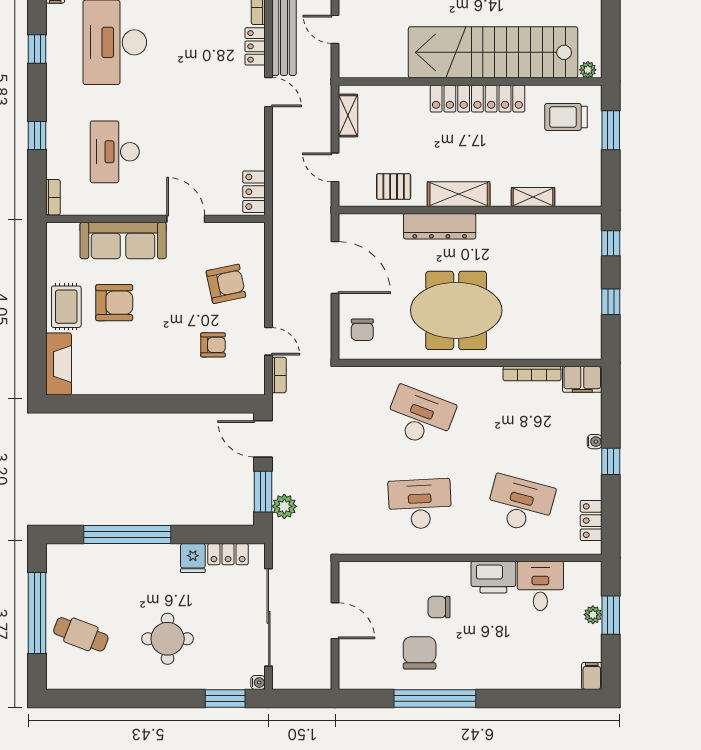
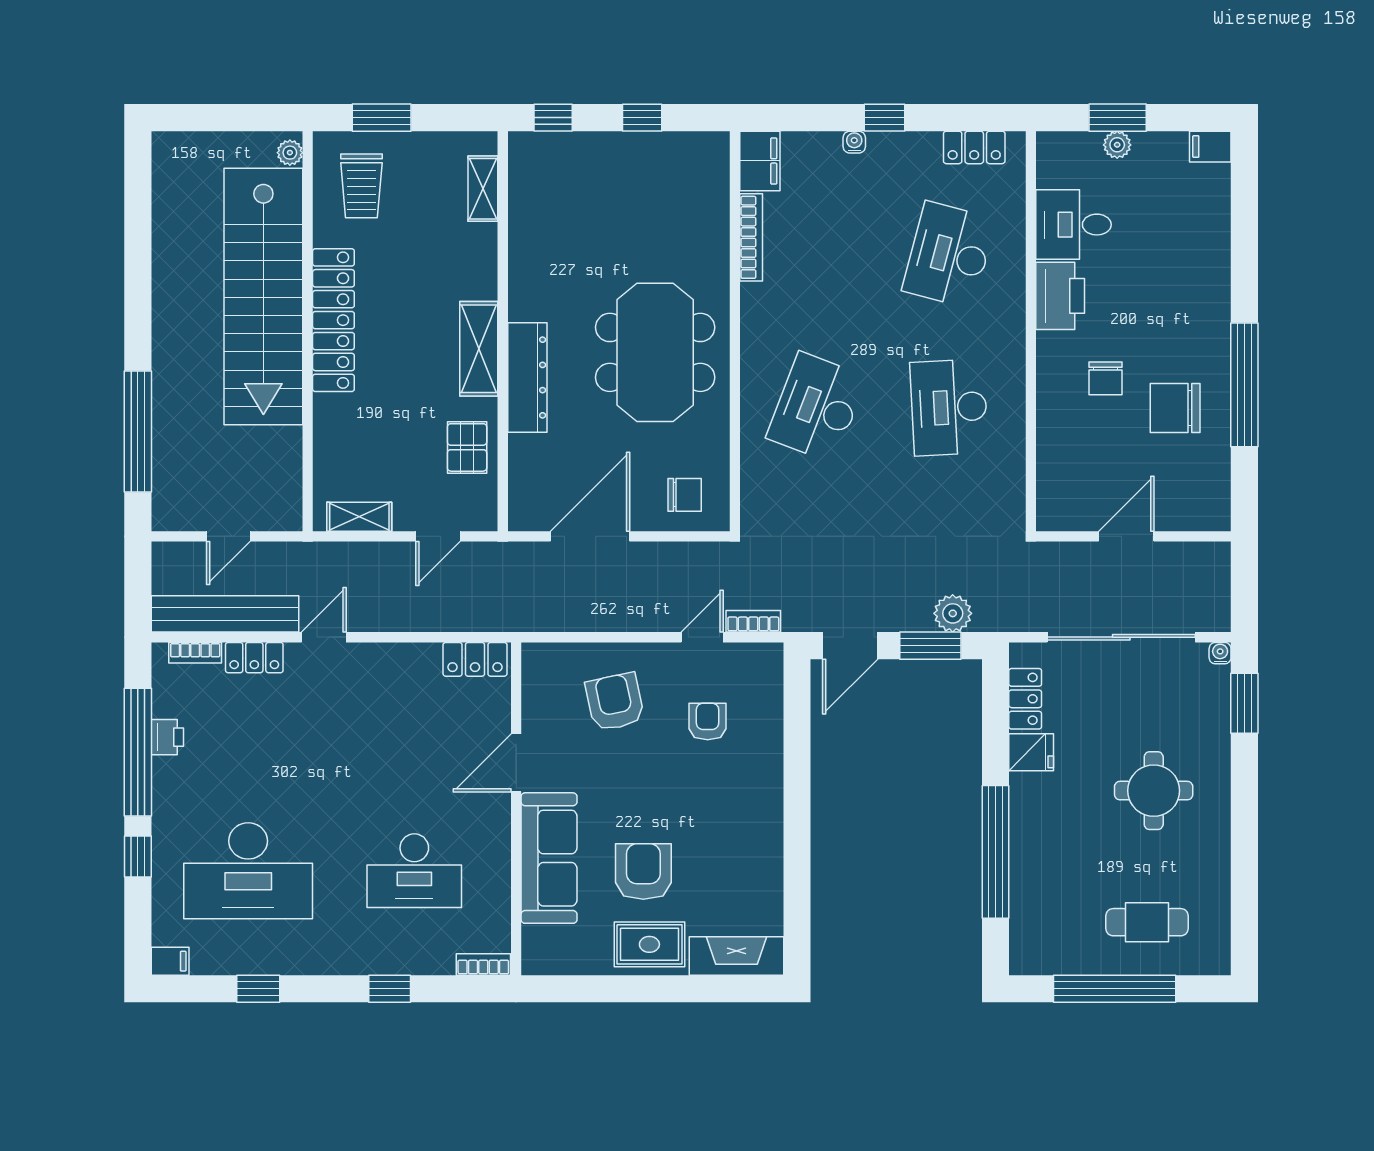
shelving: (533, 197) -> (483, 189), moved
cafe table: (81, 634) -> (1147, 922), turned 69

